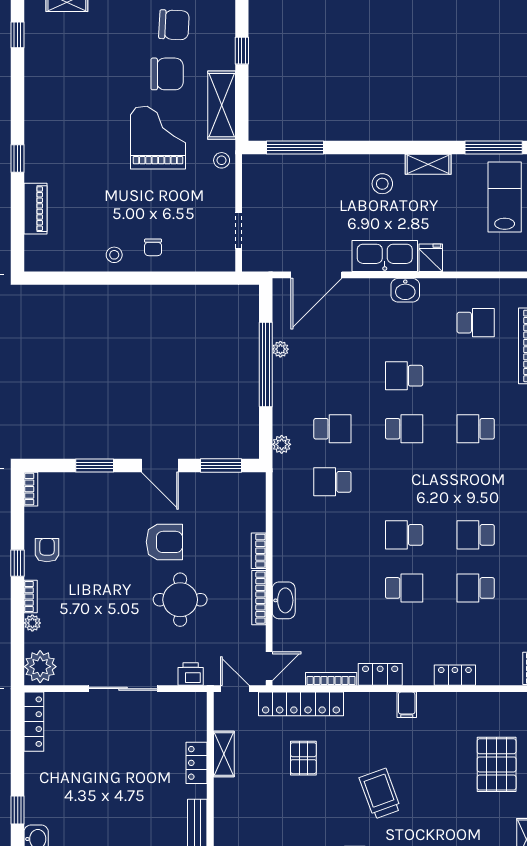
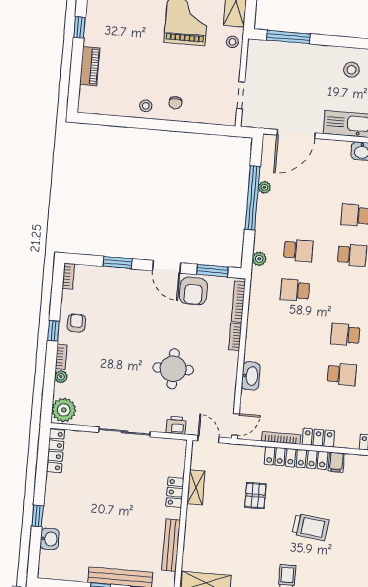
armchair: (164, 542) -> (193, 291), moved, turned 90
bookcase: (259, 598) -> (238, 302), moved
locker: (301, 704) -> (296, 458), moved
trolley: (380, 794) -> (311, 527), turned 117

